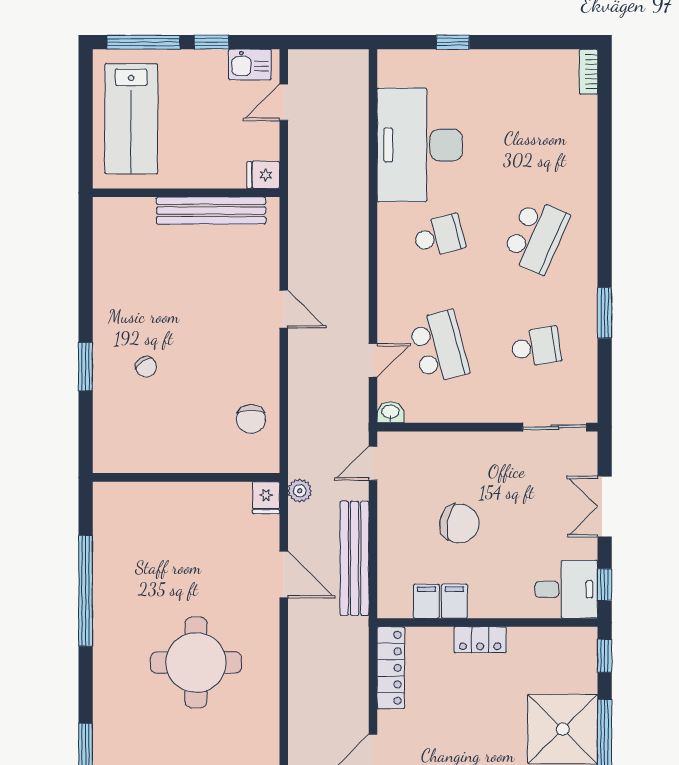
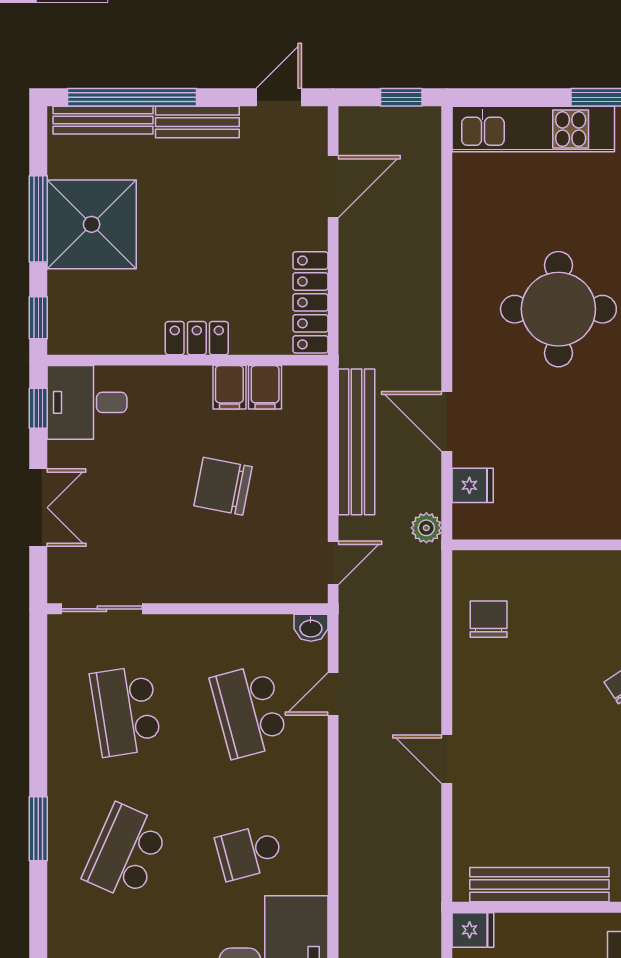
window: (605, 313) -> (38, 829), moved
school desk: (536, 347) -> (126, 711), width x1.85
fridge: (266, 498) -> (473, 485), moved, turned 90

